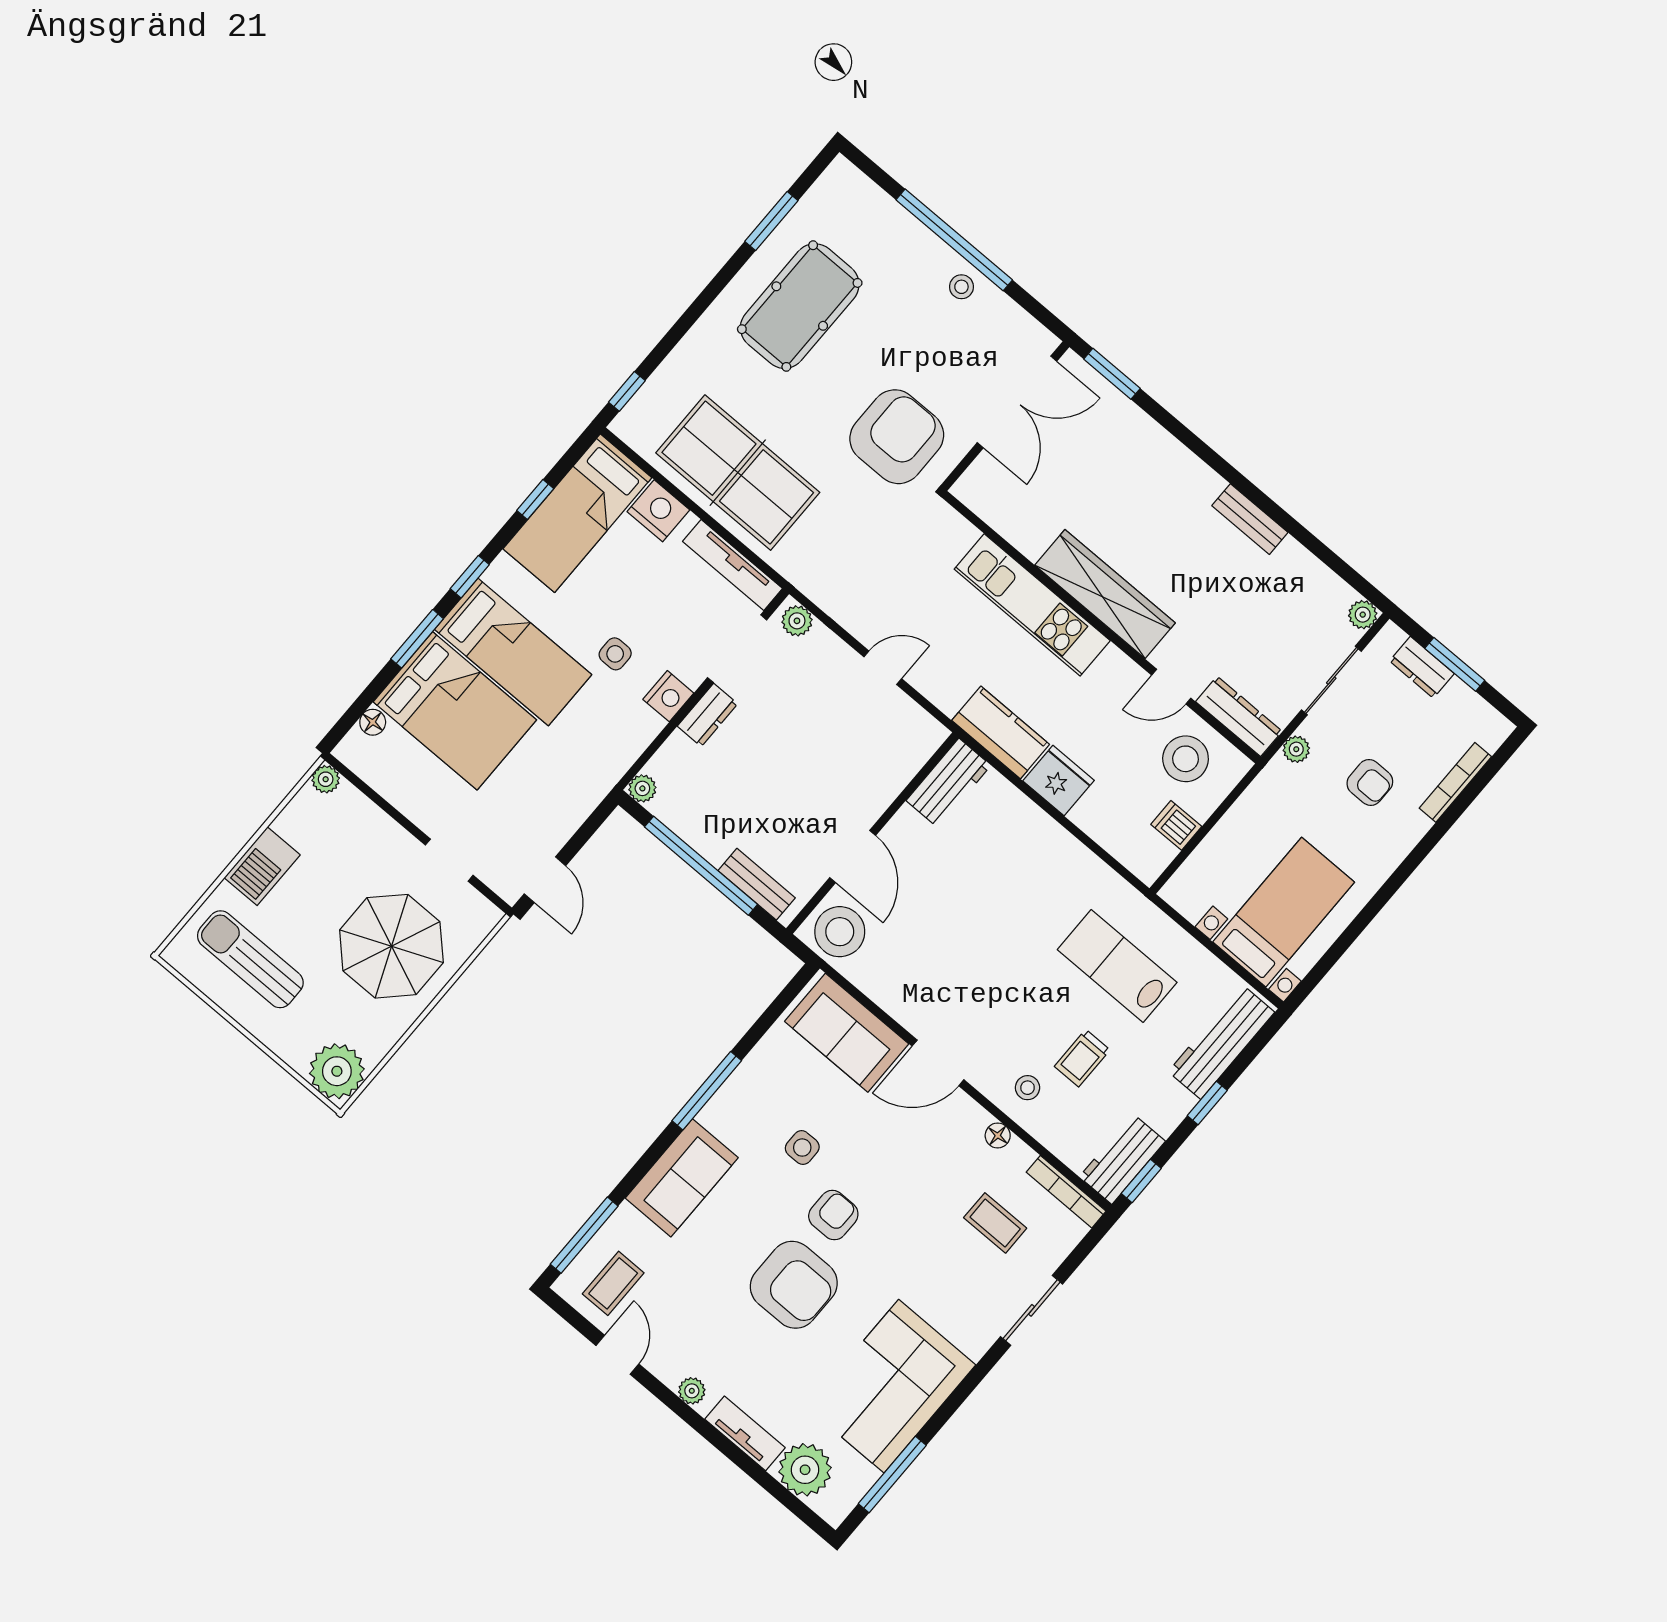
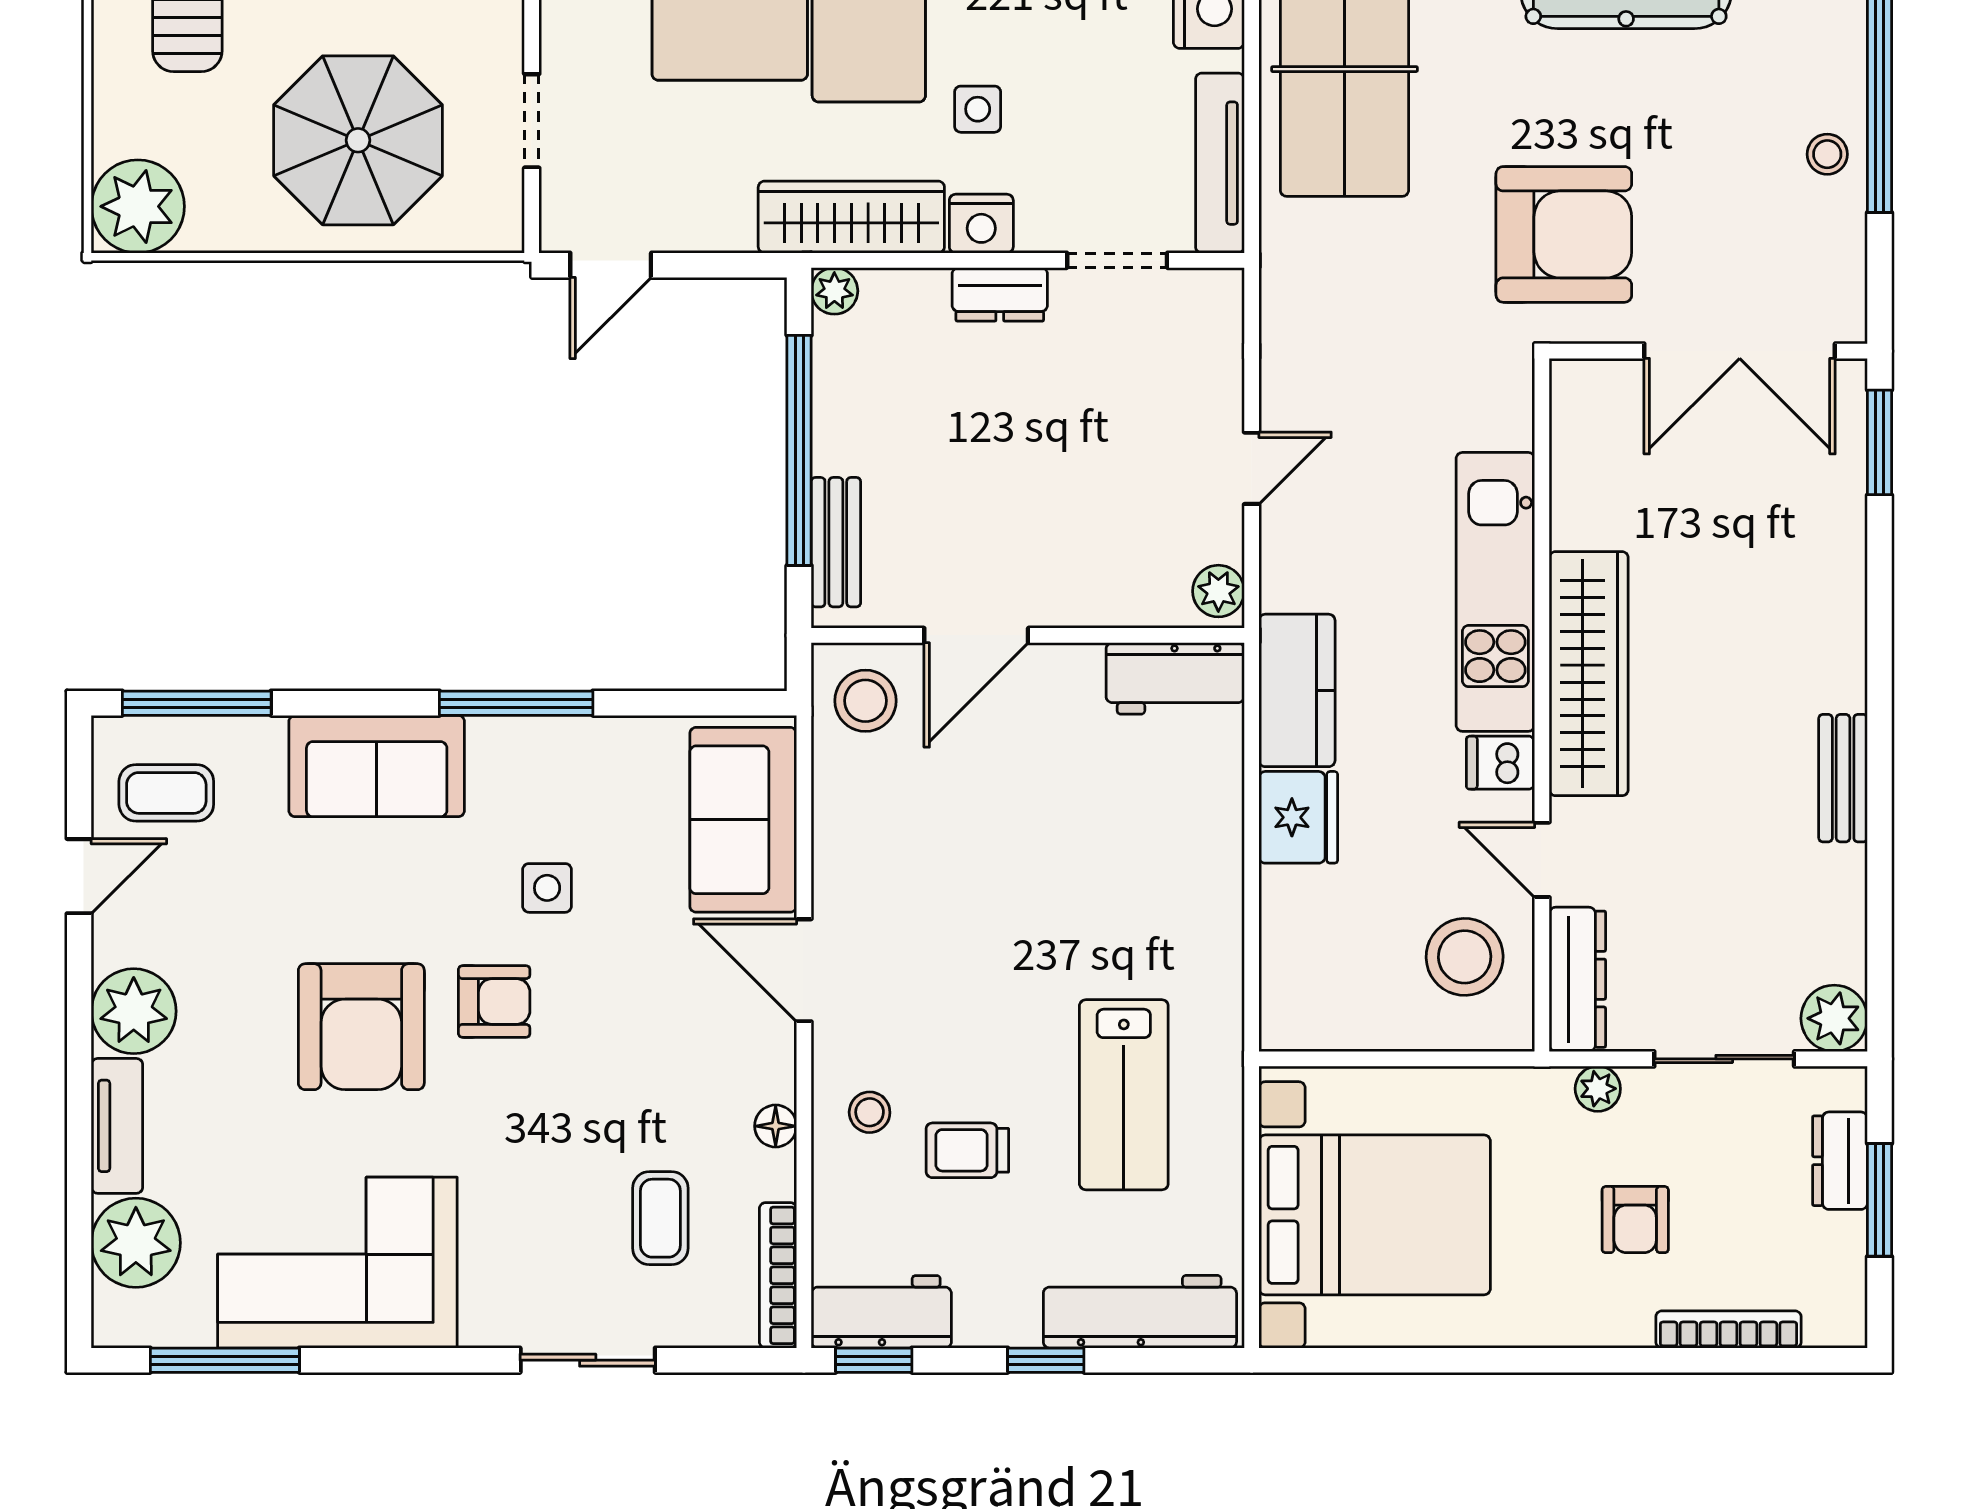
plant: (1363, 615) -> (1834, 1018), width x1.38, depth x1.38
plant: (797, 621) -> (1218, 591), moved
doorway: (737, 649) -> (1117, 260), width x0.73
door: (883, 668) -> (1252, 468), hinge flipped
wardrobe: (615, 752) -> (851, 217), added
dishwasher: (1176, 825) -> (1500, 763), moved, turned -90
bed with nightstands: (1284, 912) -> (1375, 1215), width x1.36
stool: (840, 932) -> (865, 701), width x0.73, depth x0.73
lab bench: (1117, 966) -> (1124, 1095), turned 180
plant: (692, 1391) -> (134, 1011), width x1.87, depth x1.87

